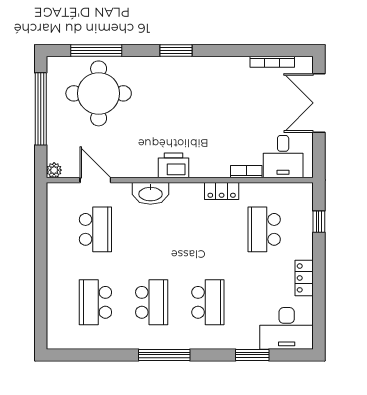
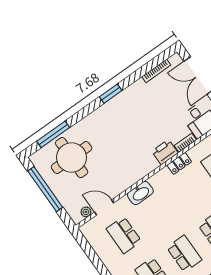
window: (176, 50) -> (111, 94), moved
printer: (174, 165) -> (165, 152), moved
plant: (54, 170) -> (86, 212), moved
school desk: (95, 229) -> (124, 235), turned 180

